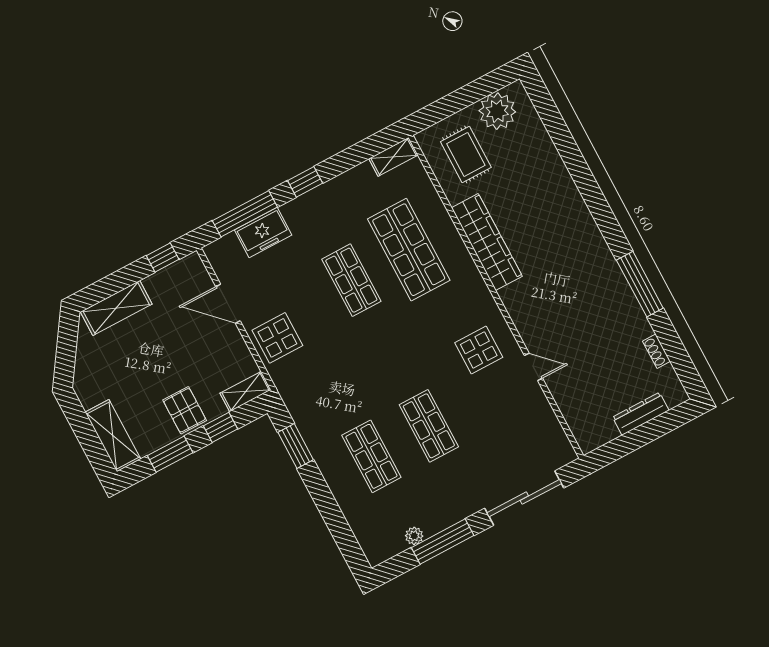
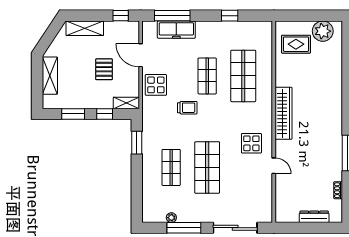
rug: (466, 155) -> (296, 44), turned 90
shelving: (393, 157) -> (260, 26), removed
window: (305, 182) -> (230, 16), moved
freezer: (263, 233) -> (176, 30), width x1.40
wardrobe: (487, 242) -> (284, 113), moved
trolley: (346, 348) -> (187, 108), added
pallet: (185, 410) -> (104, 69), moved
shop shelf: (429, 426) -> (207, 167), width x1.43, depth x1.36
shelving: (113, 436) -> (50, 76), moved

